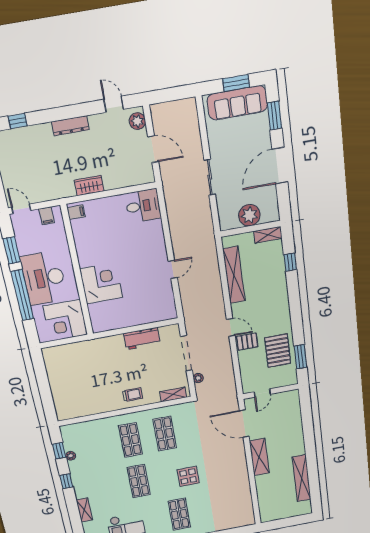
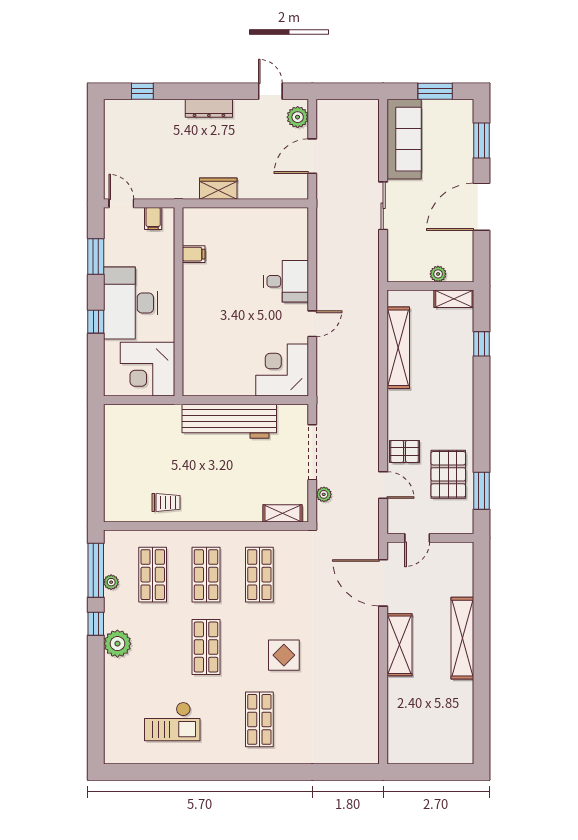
sofa: (237, 103) -> (404, 139), moved, turned -90
door: (153, 149) -> (312, 156), swing flipped
desk: (143, 206) -> (286, 281), moved
filing cabinet: (76, 212) -> (194, 254), moved
plant: (249, 215) -> (438, 274), width x0.53, depth x0.53
corner desk: (101, 283) -> (282, 370), moved, turned -90
window: (22, 295) -> (96, 322), width x0.32
door: (231, 327) -> (383, 485), moved
workbench: (142, 339) -> (229, 421), width x1.88, depth x1.32
trolley: (133, 395) -> (166, 502), moved
shop shelf: (96, 446) -> (153, 575), added
window: (59, 451) -> (96, 570), width x2.17
shelving: (302, 478) -> (462, 638), moved
plant: (83, 490) -> (117, 644), added
shelving: (84, 510) -> (113, 679), removed

